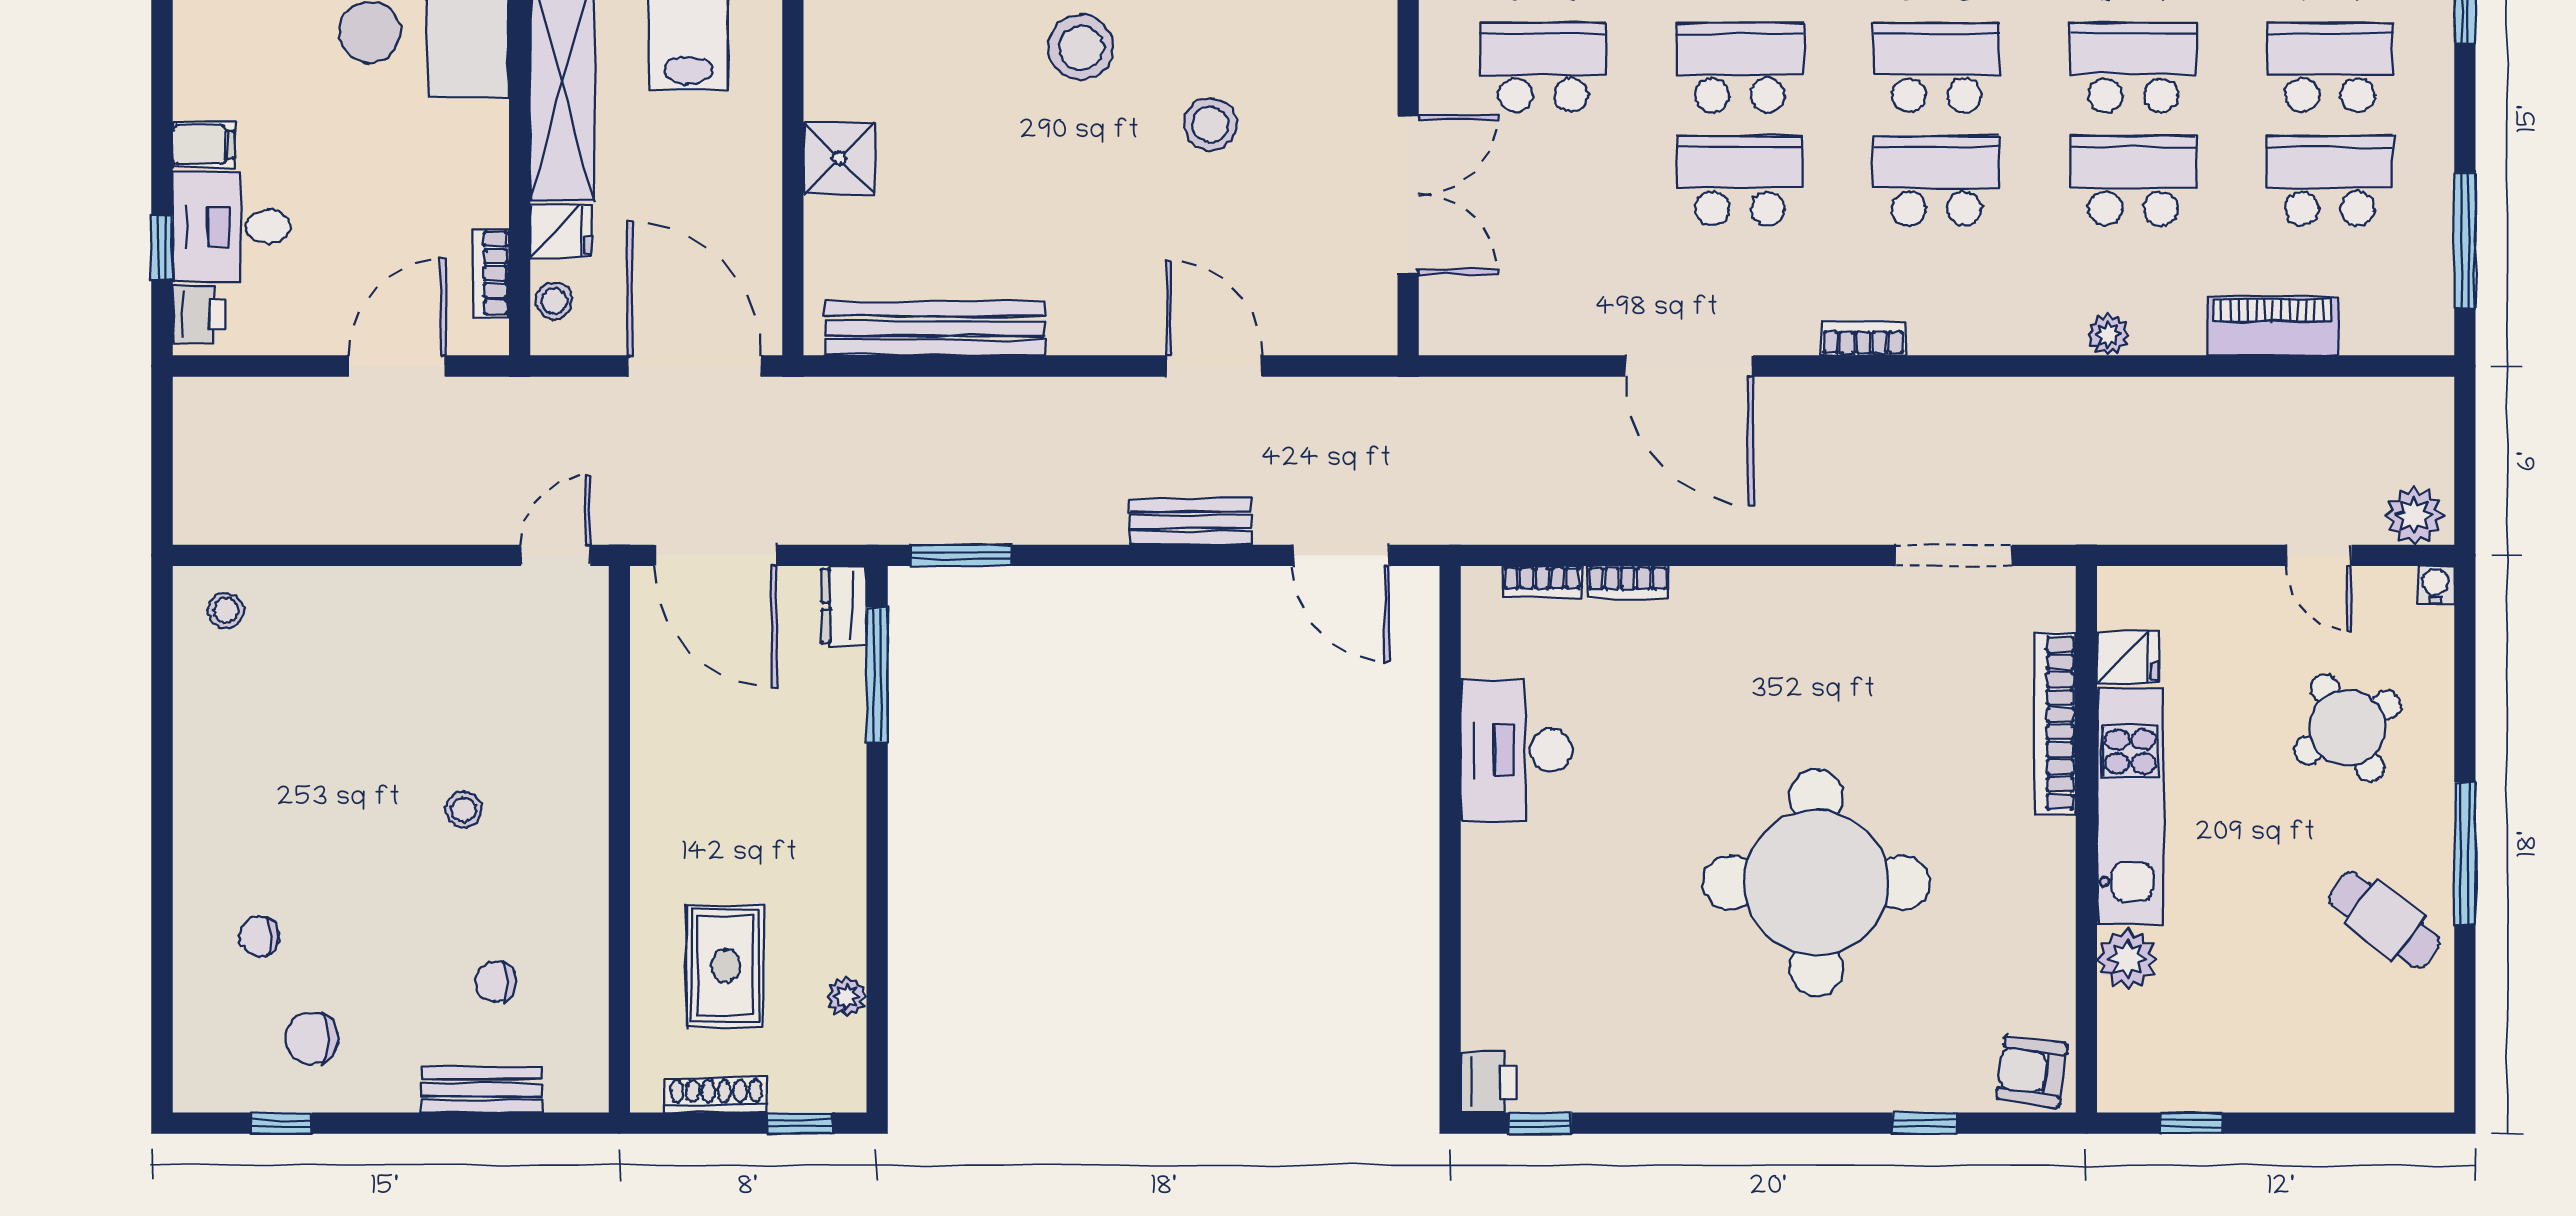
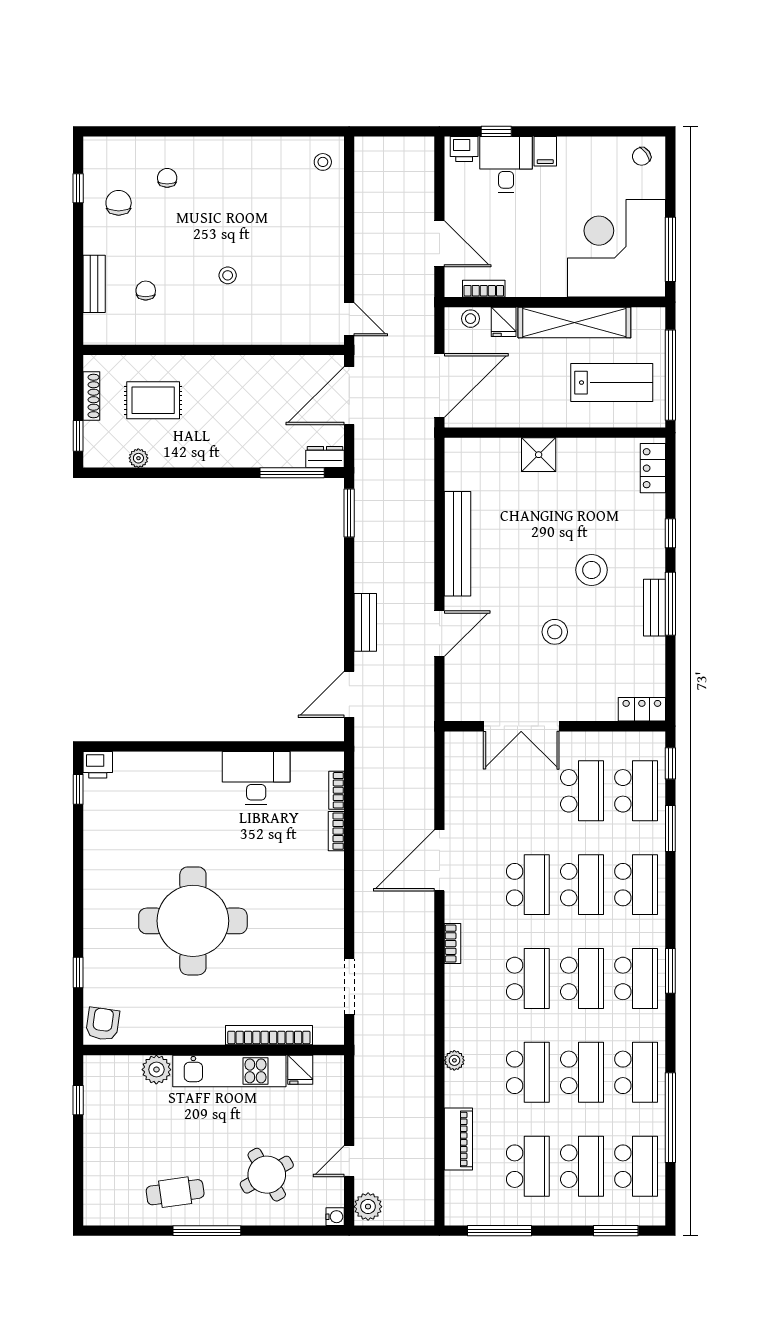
bench: (935, 328) -> (457, 544), moved
cafe table: (2384, 920) -> (175, 1192), turned 45

